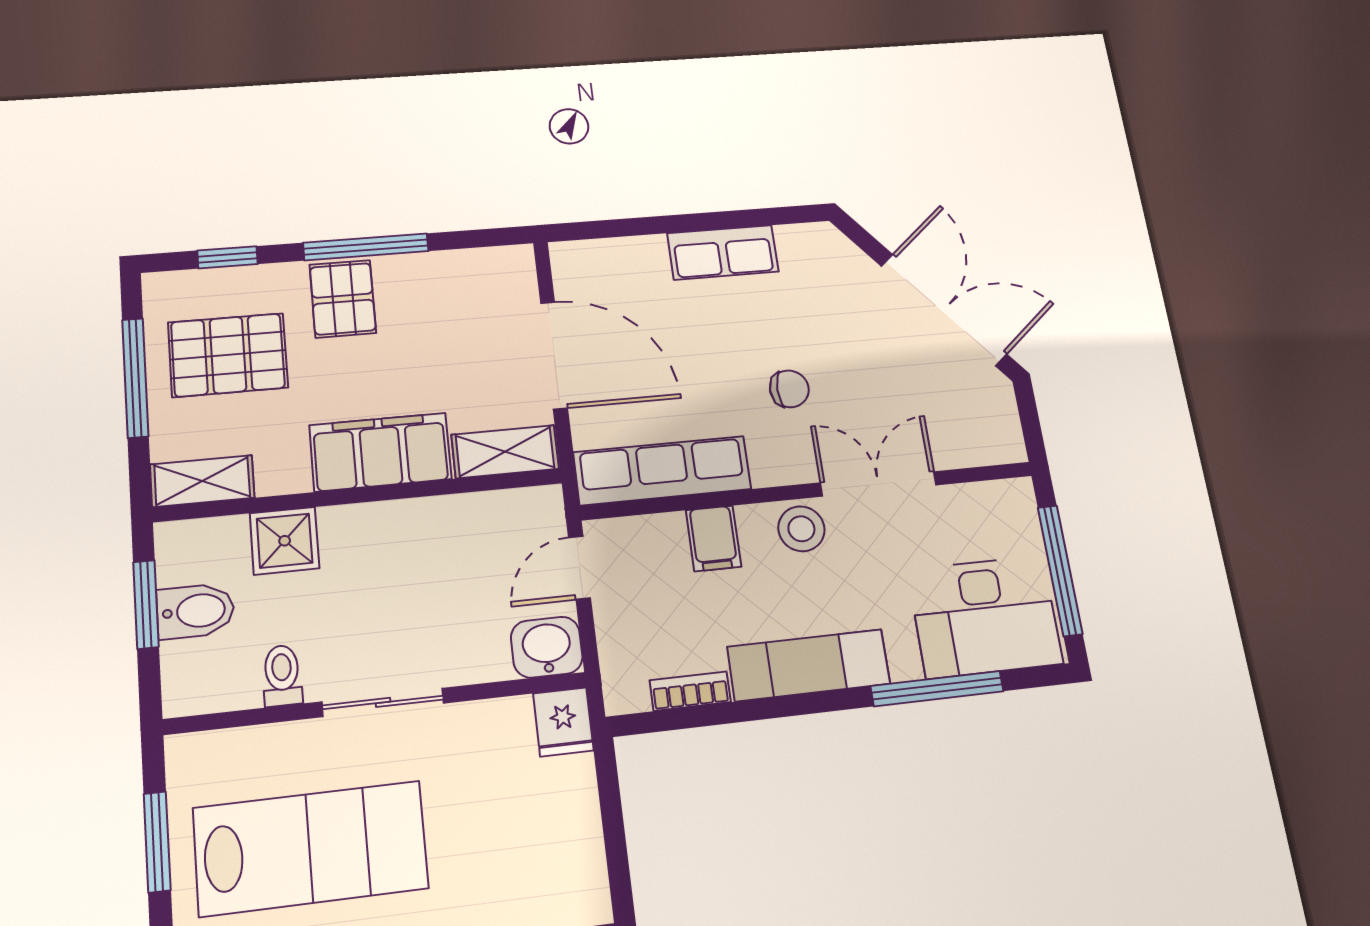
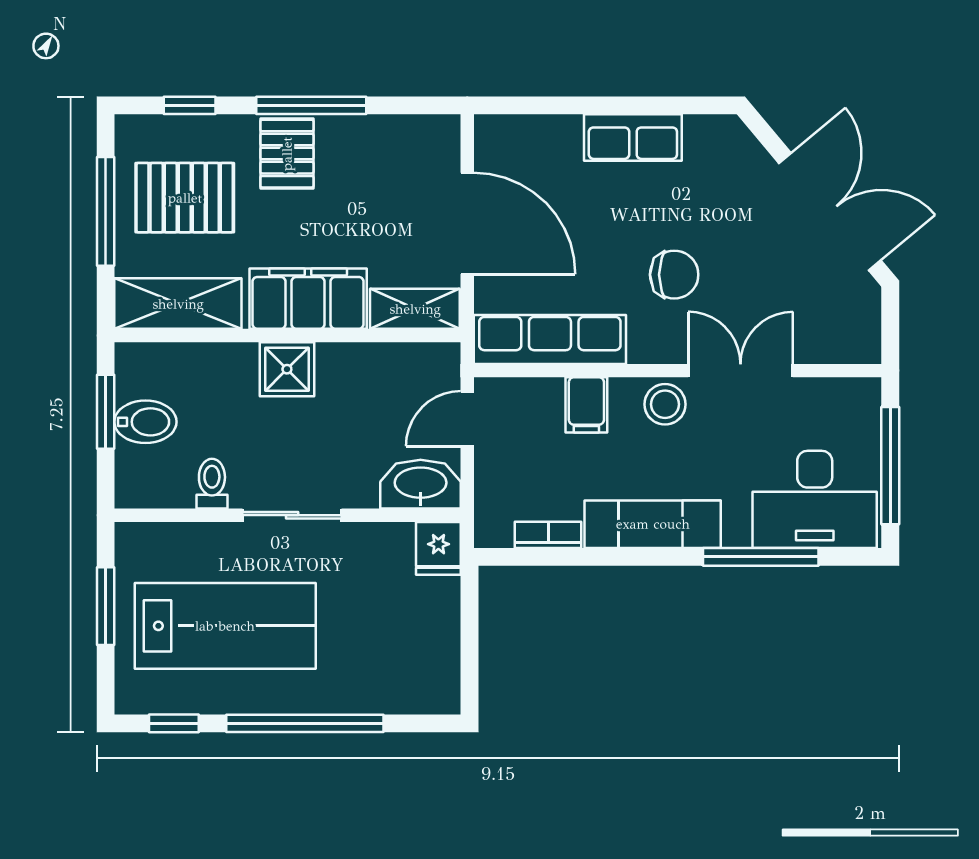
chair: (789, 389) -> (674, 275), width x1.37, depth x1.37
shelving: (202, 481) -> (178, 304), width x1.50, depth x1.33
shower: (285, 541) -> (287, 369), moved
washbasin: (547, 647) -> (421, 484), width x1.38

